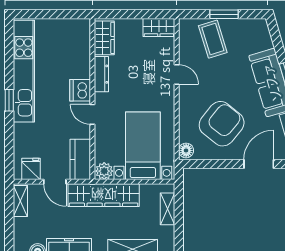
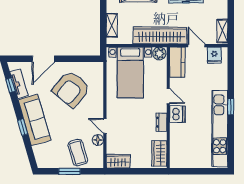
dresser: (101, 74) -> (162, 122), width x0.70
floor lamp: (186, 150) -> (98, 140), moved

